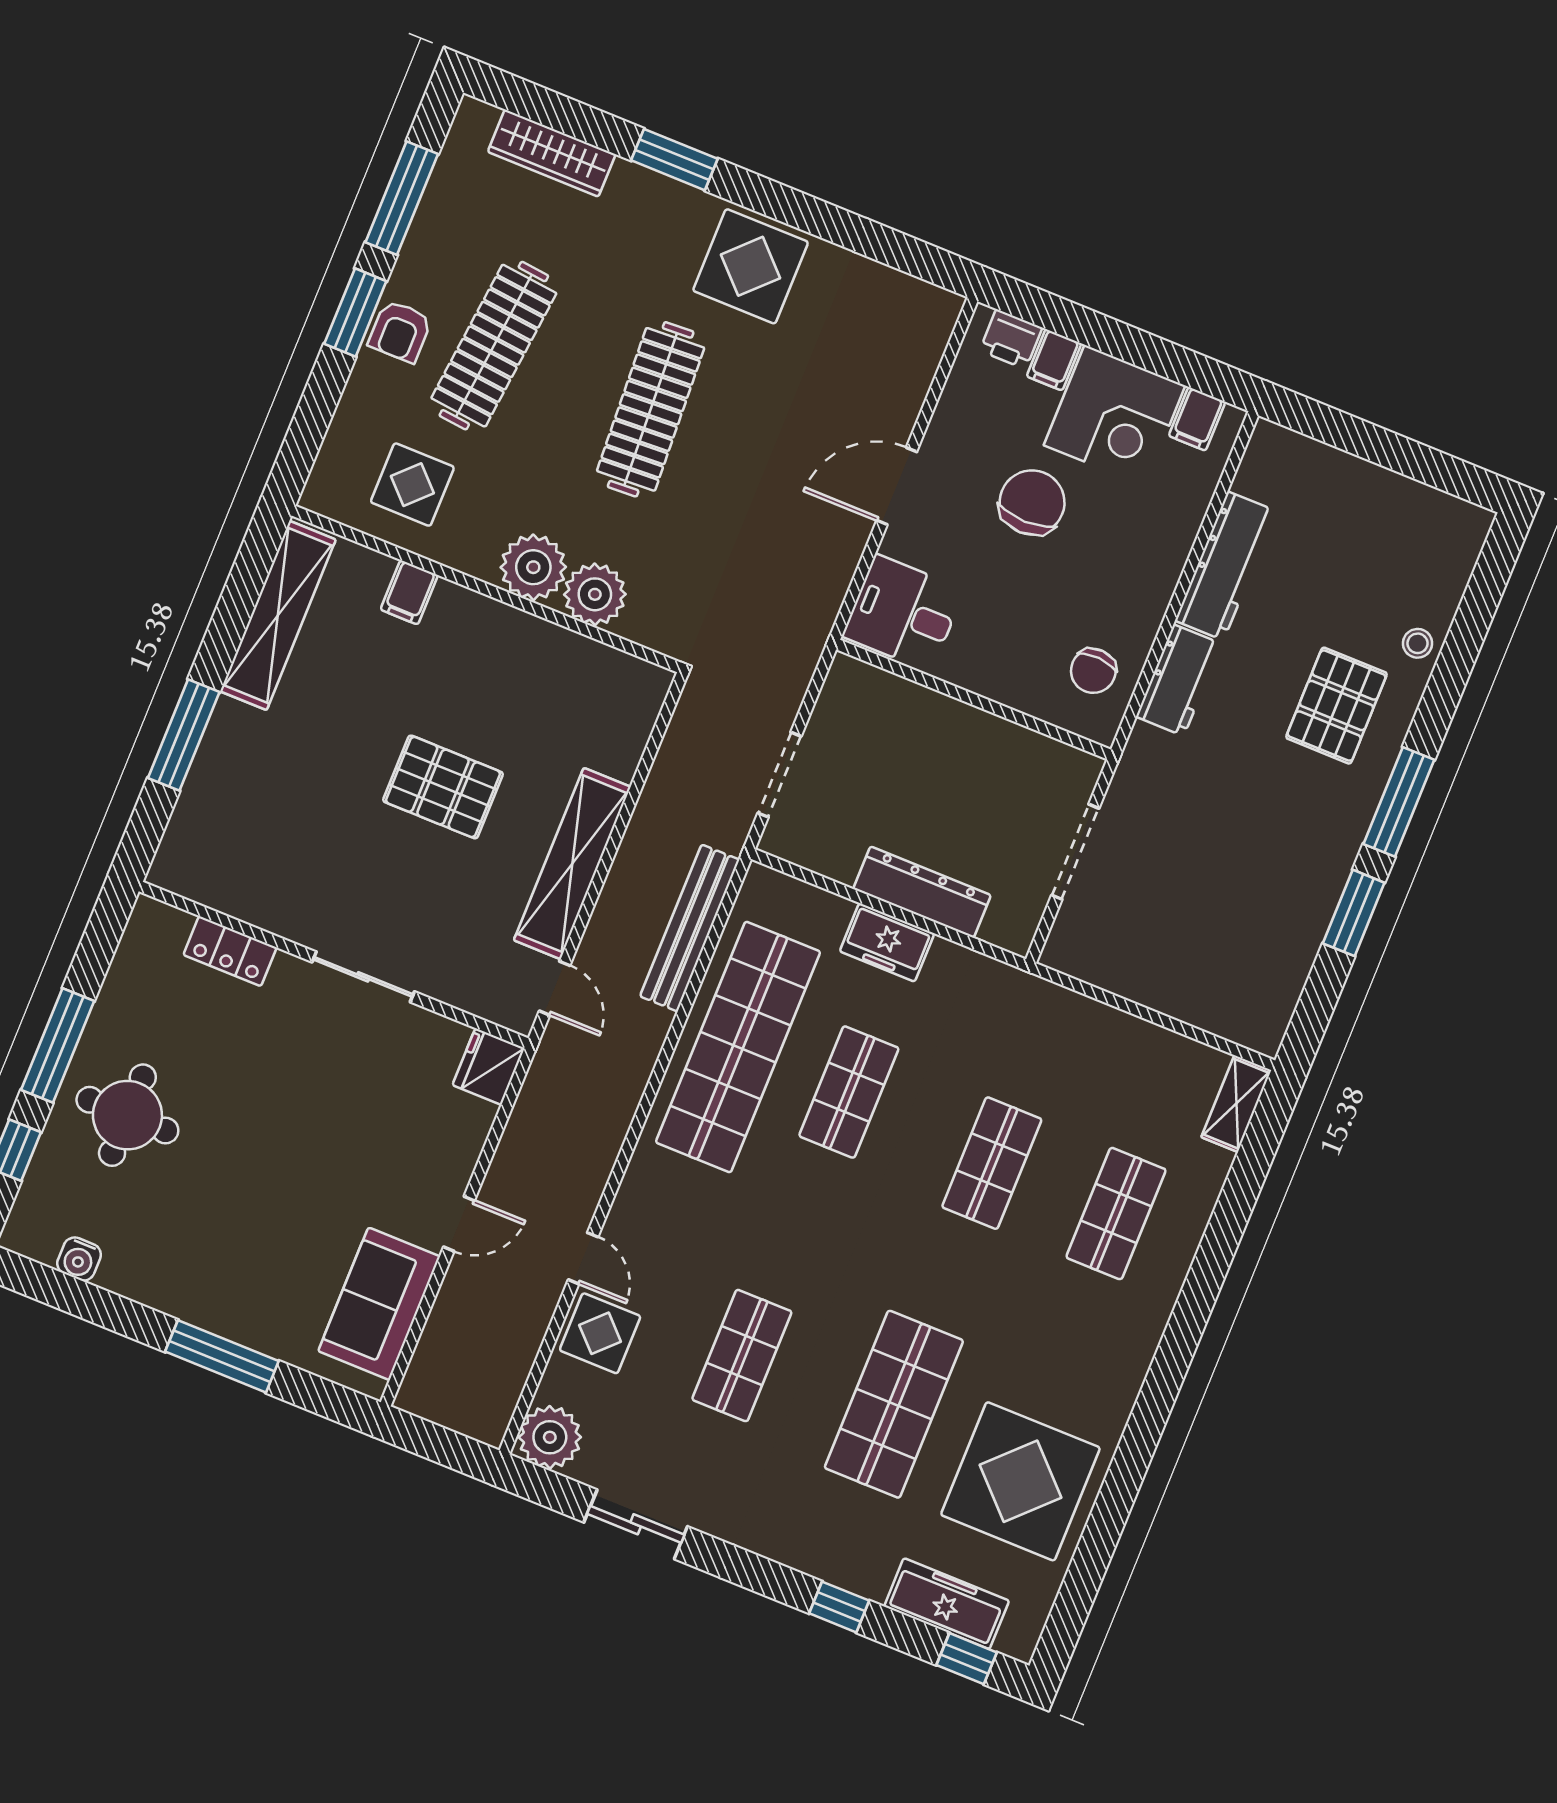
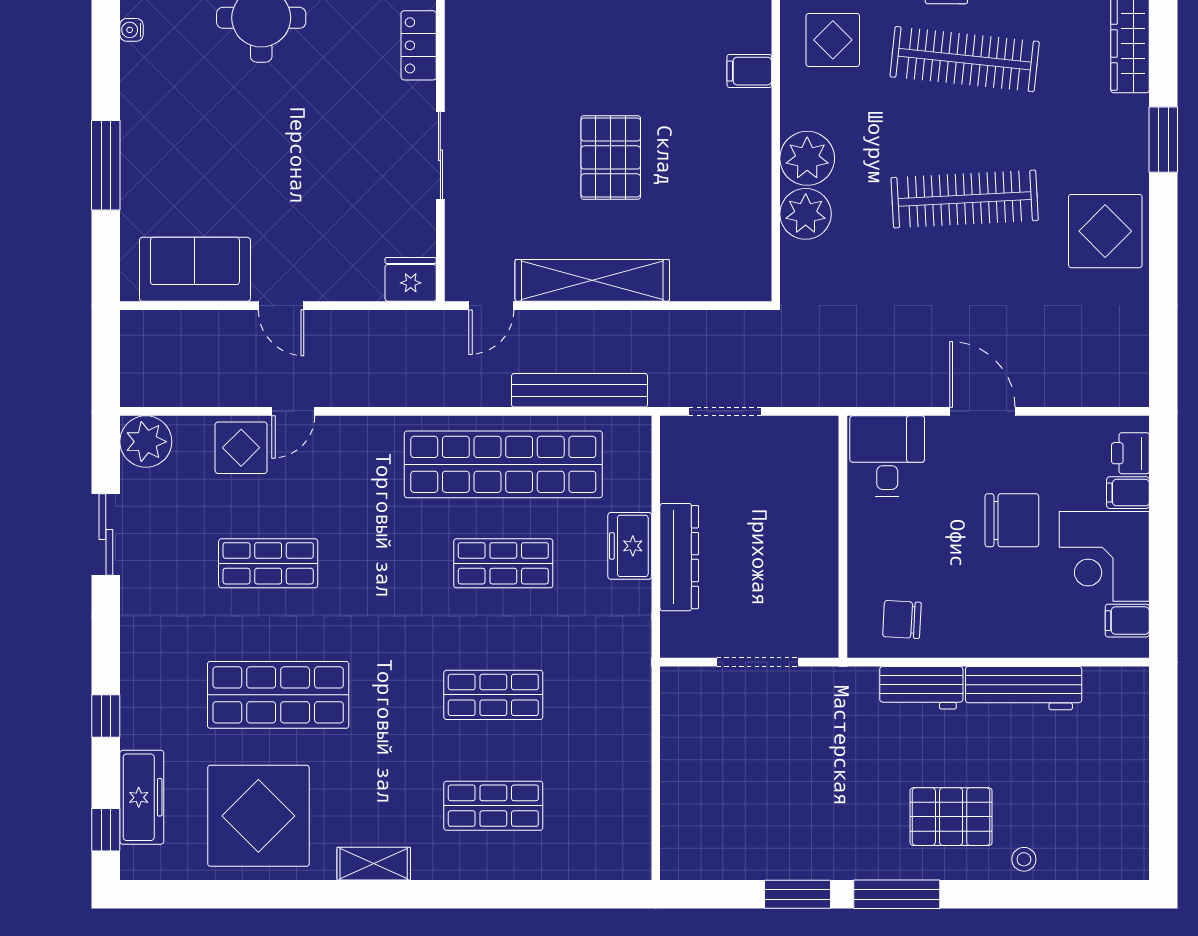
shelving: (1236, 1104) -> (374, 864), moved
water cooler: (79, 1259) -> (131, 30), width x0.72, depth x0.72

